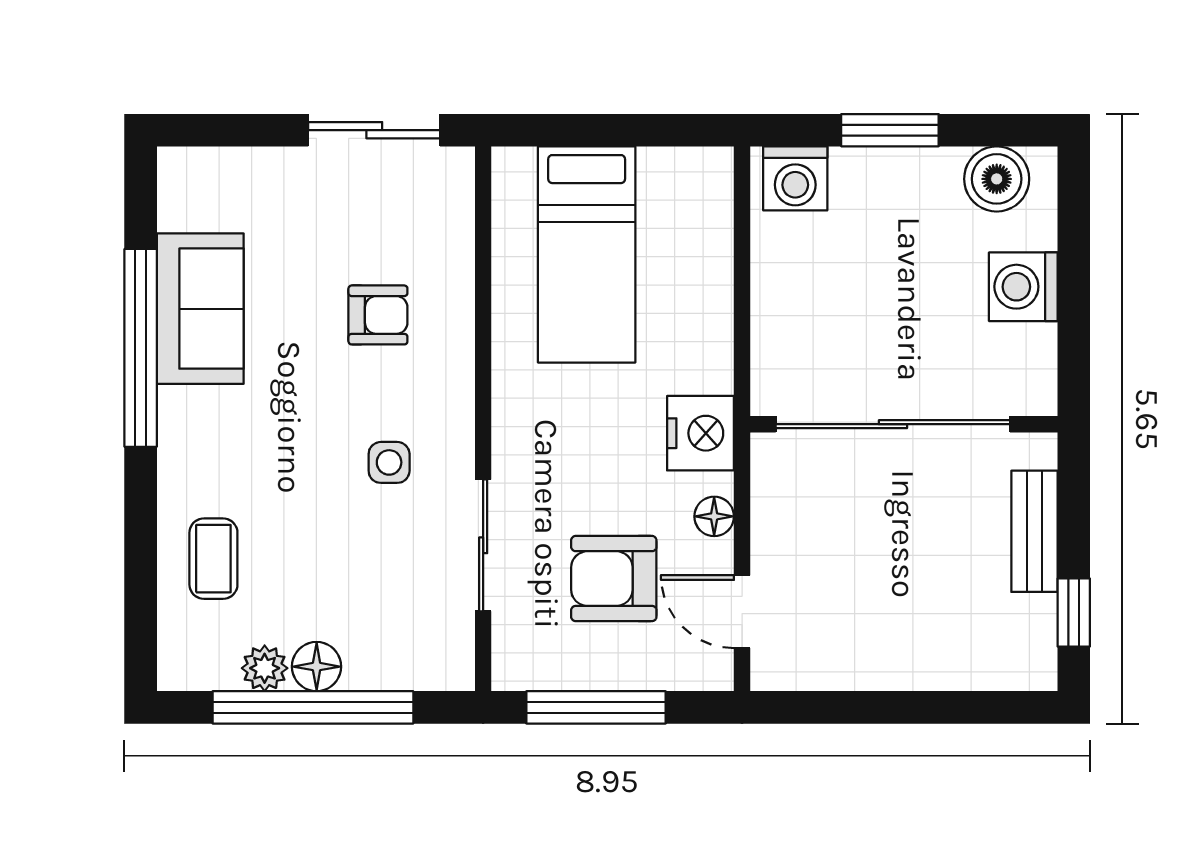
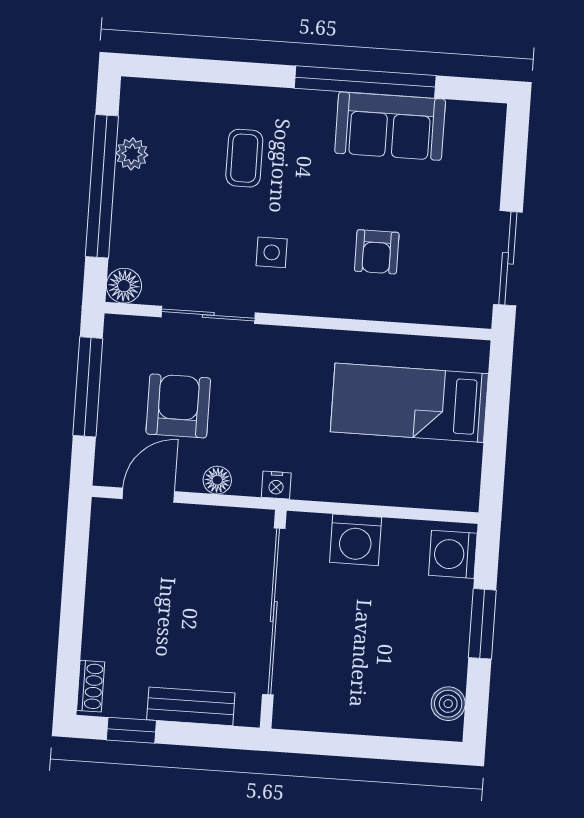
boiler: (997, 179) -> (448, 704), width x0.73, depth x0.73
washing machine: (1023, 287) -> (356, 540), moved, turned 180
nightstand: (700, 433) -> (276, 485), width x0.53, depth x0.56
coffee table: (213, 559) -> (244, 158), moved, turned 90
floor lamp: (317, 667) -> (124, 286), moved
shoe rack: (1016, 674) -> (91, 686), added

